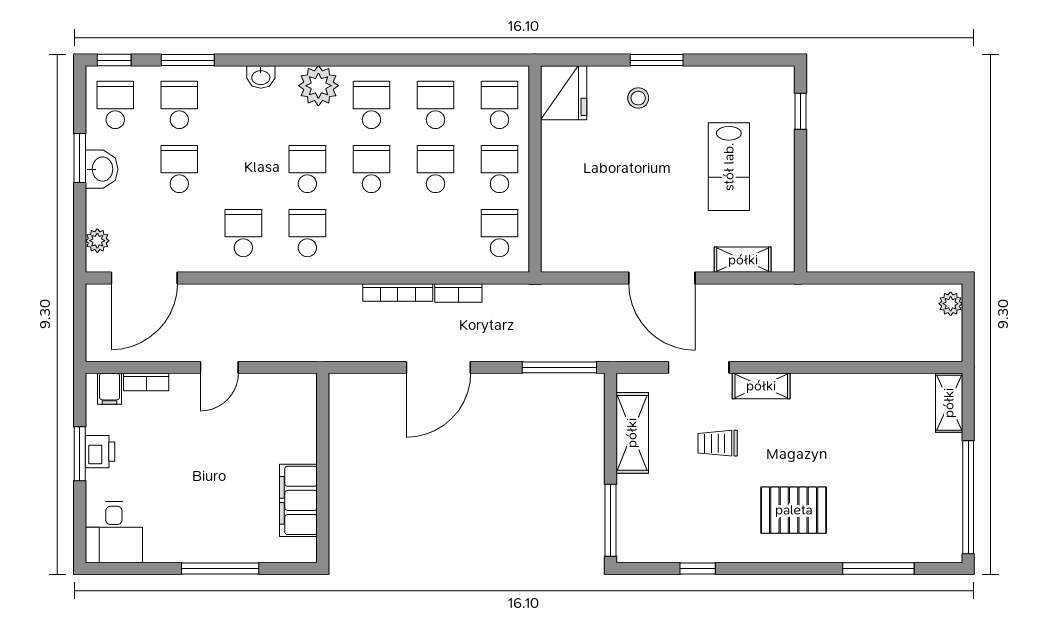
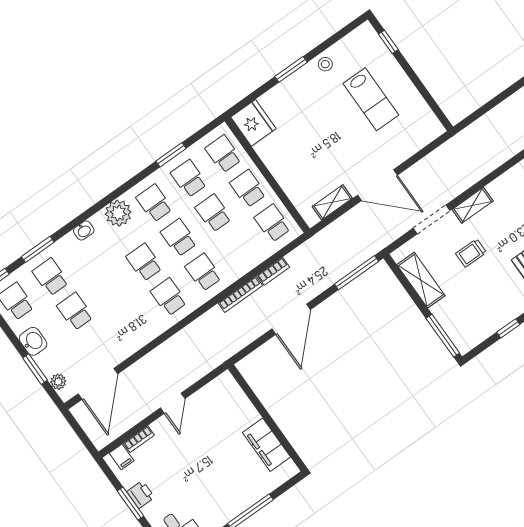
window: (434, 60) -> (171, 155), added
stool: (638, 98) -> (325, 64), moved
window: (80, 158) -> (35, 369), moved
school desk: (243, 233) -> (203, 272), moved
shelving: (743, 260) -> (332, 202), moved

